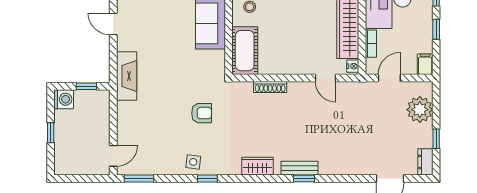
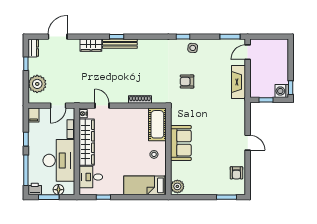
fireplace: (127, 76) -> (238, 82), moved
window: (51, 133) -> (291, 88), moved
wardrobe: (257, 166) -> (91, 45), moved
bench: (299, 168) -> (120, 44), width x1.36

